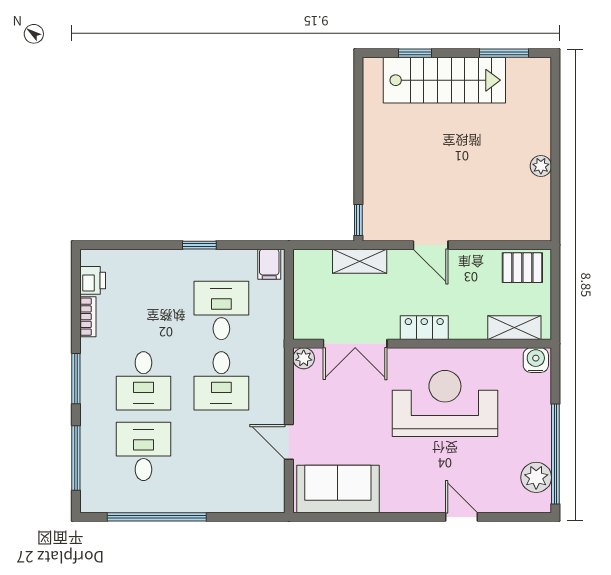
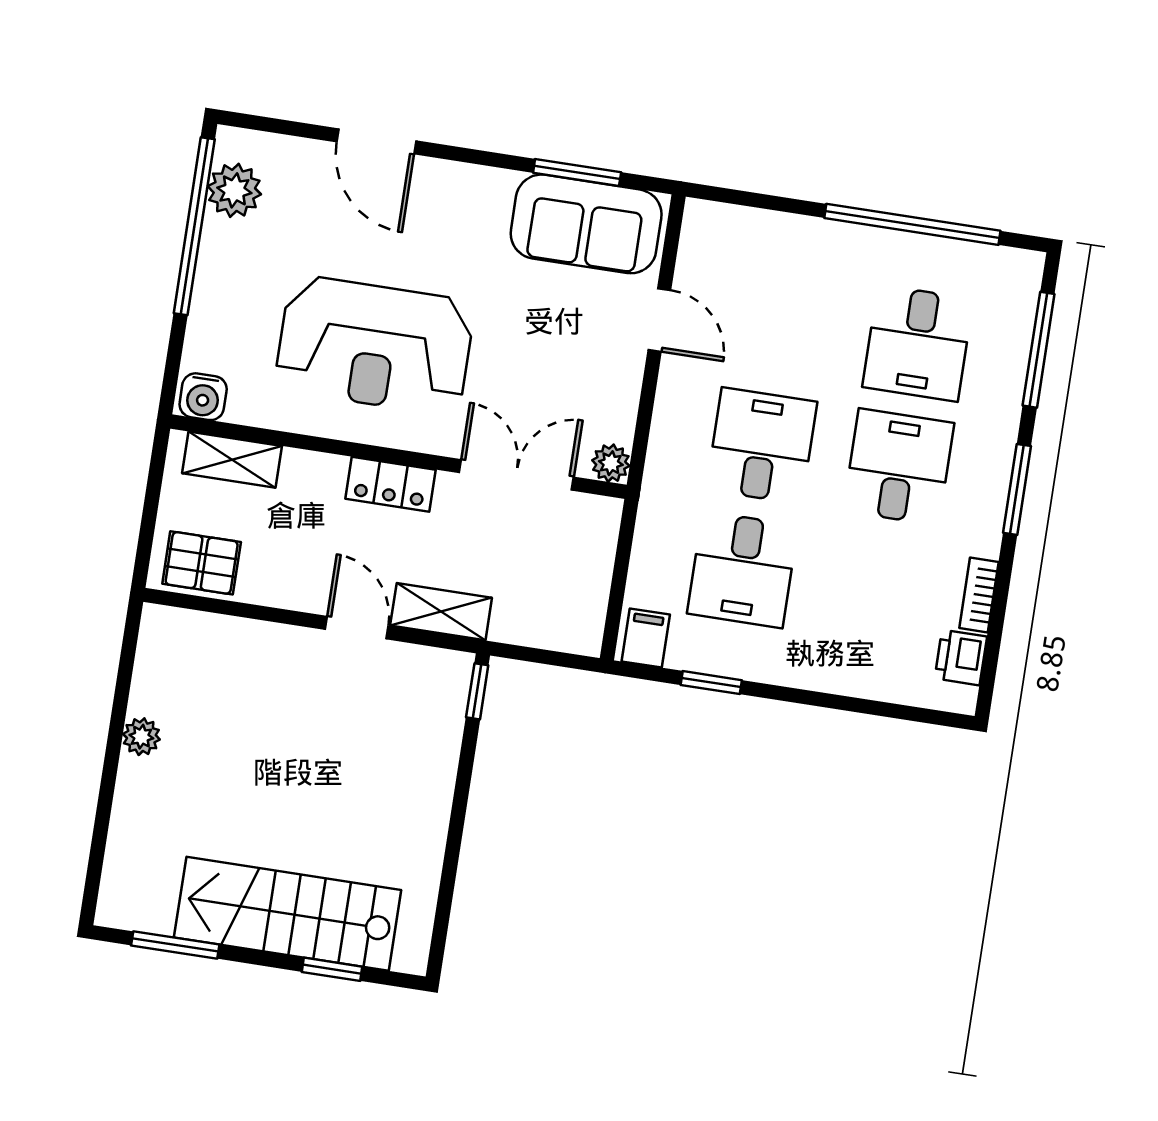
window: (199, 245) -> (711, 683), moved
shelving: (360, 261) -> (441, 612), moved
window: (347, 517) -> (577, 172), added
door: (462, 517) -> (376, 141), width x1.38

